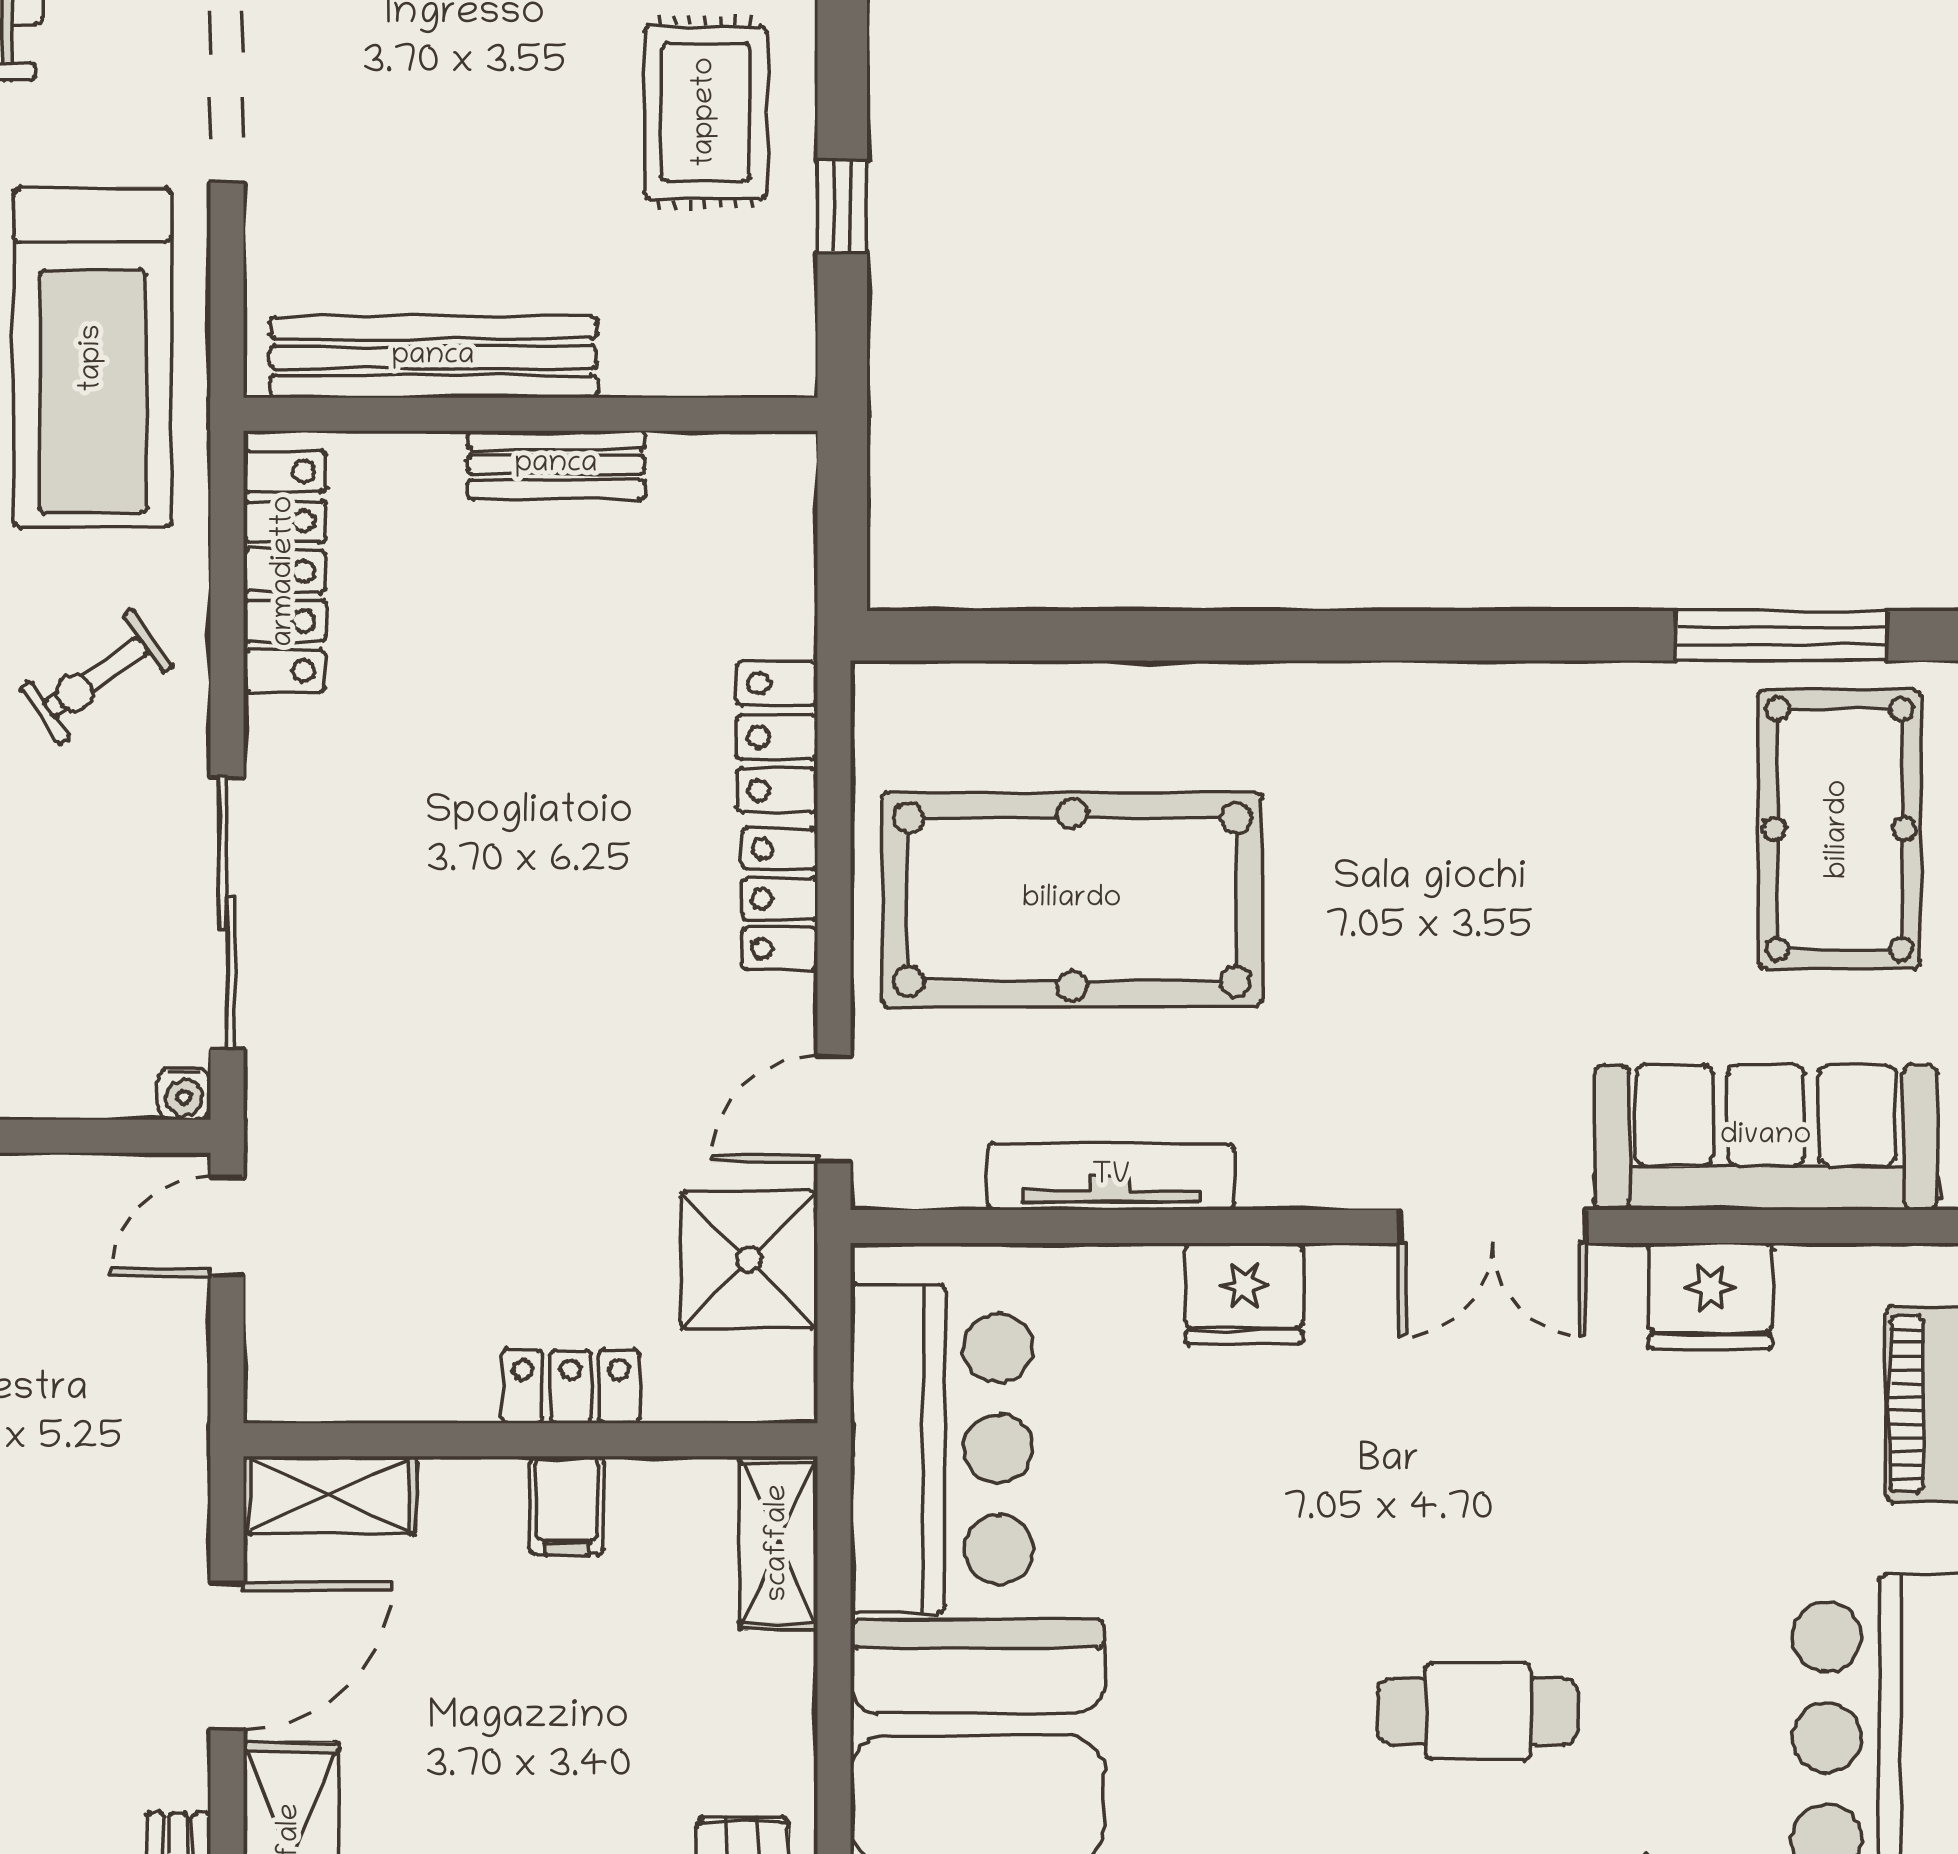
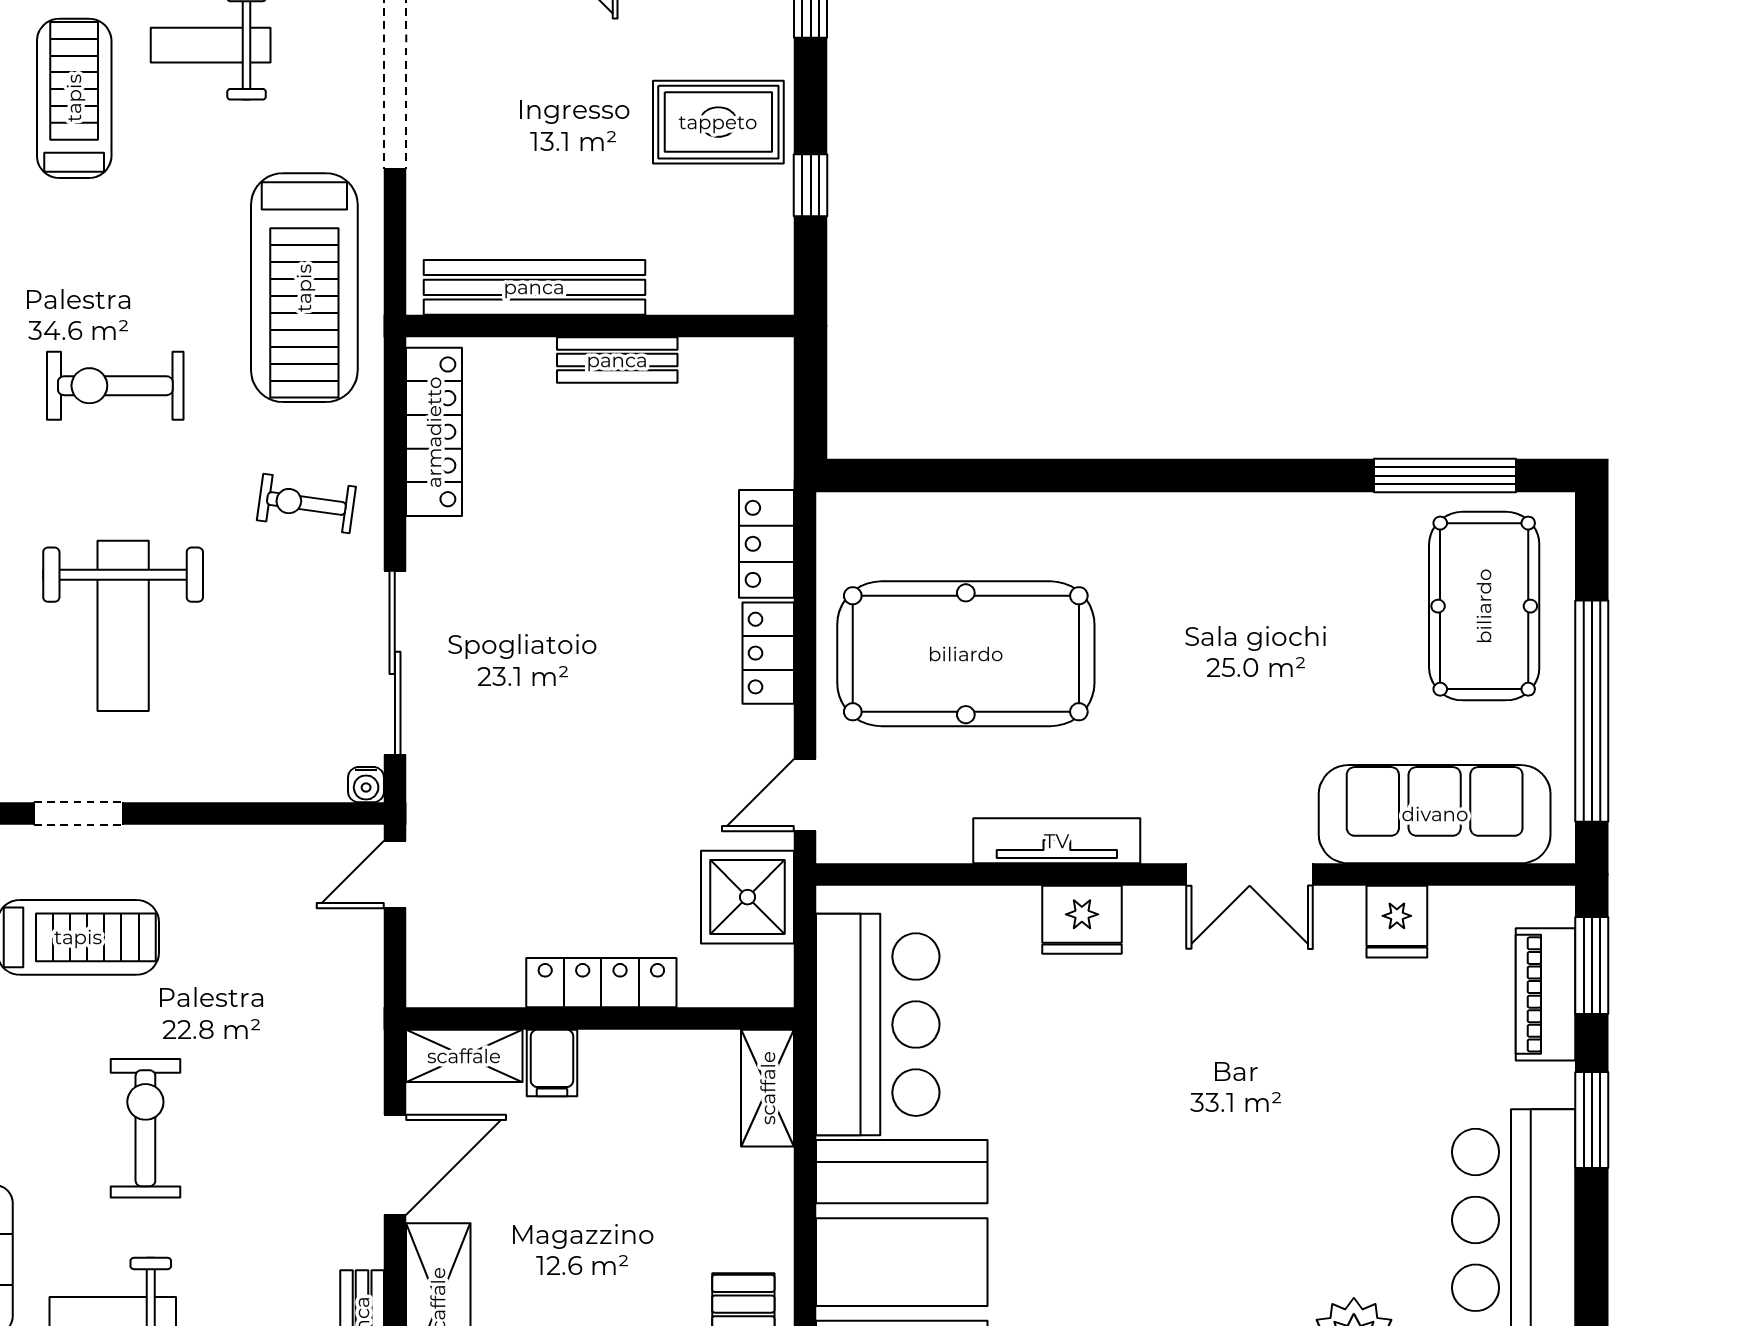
rug: (706, 112) -> (718, 122), turned 90
exercise bike: (96, 677) -> (306, 504), turned 43
tv unit: (1111, 1177) -> (1057, 841), moved
fridge: (1710, 1296) -> (1397, 922), width x0.72
locker: (571, 1387) -> (601, 983), width x1.53
filing cabinet: (567, 1506) -> (552, 1063), moved
cafe table: (1478, 1712) -> (1240, 1202), removed

